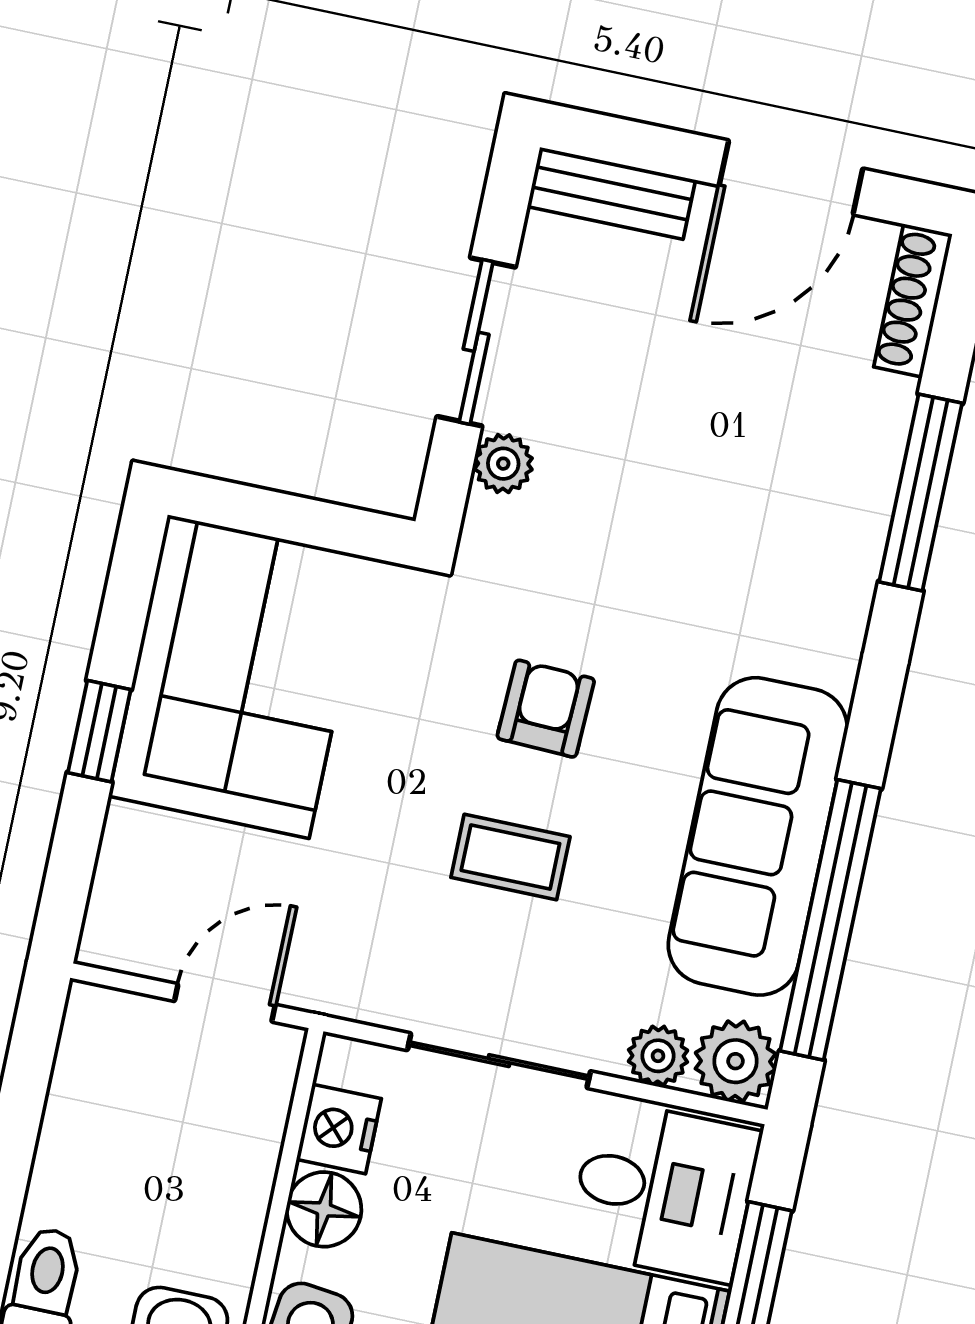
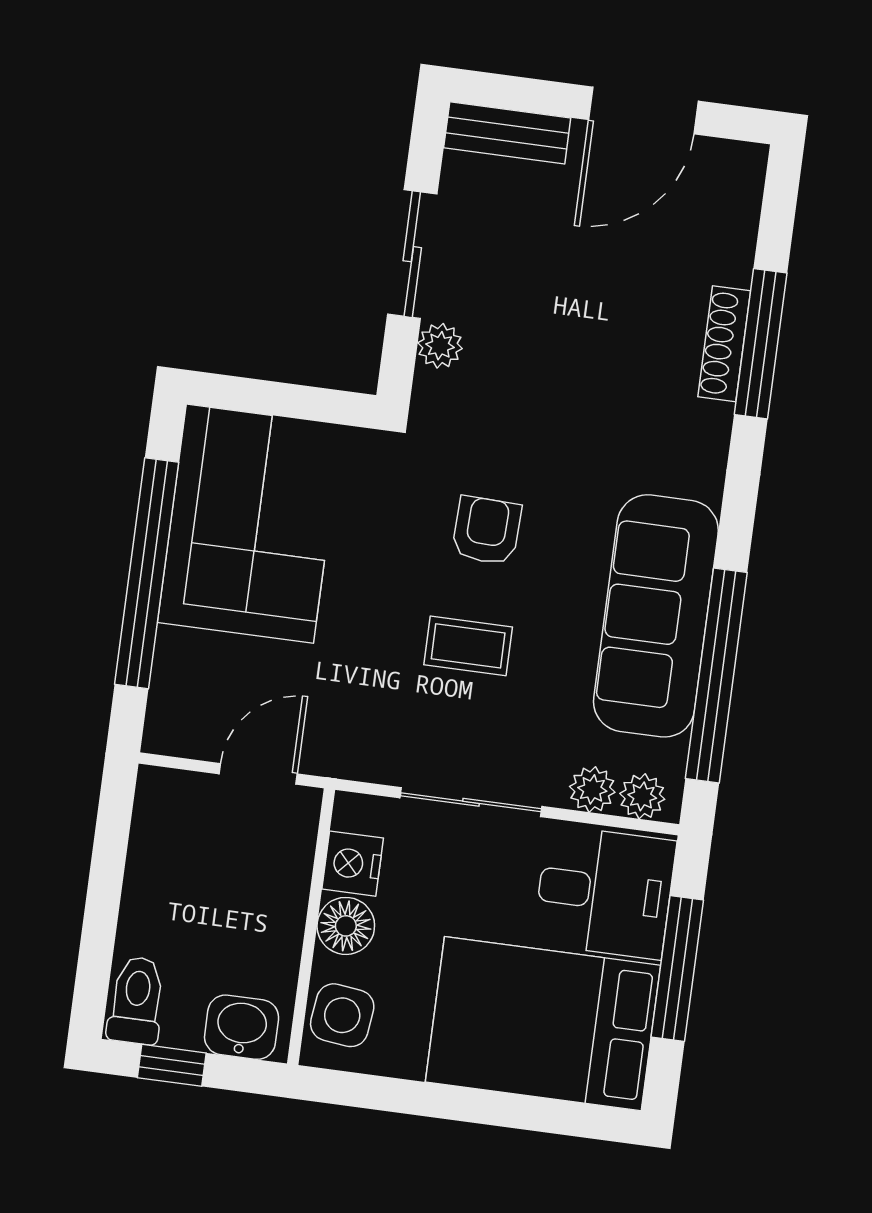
shoe rack: (913, 300) -> (724, 344), moved
window: (99, 731) -> (147, 573), width x3.17
plant: (735, 1061) -> (642, 796), width x0.73, depth x0.73

